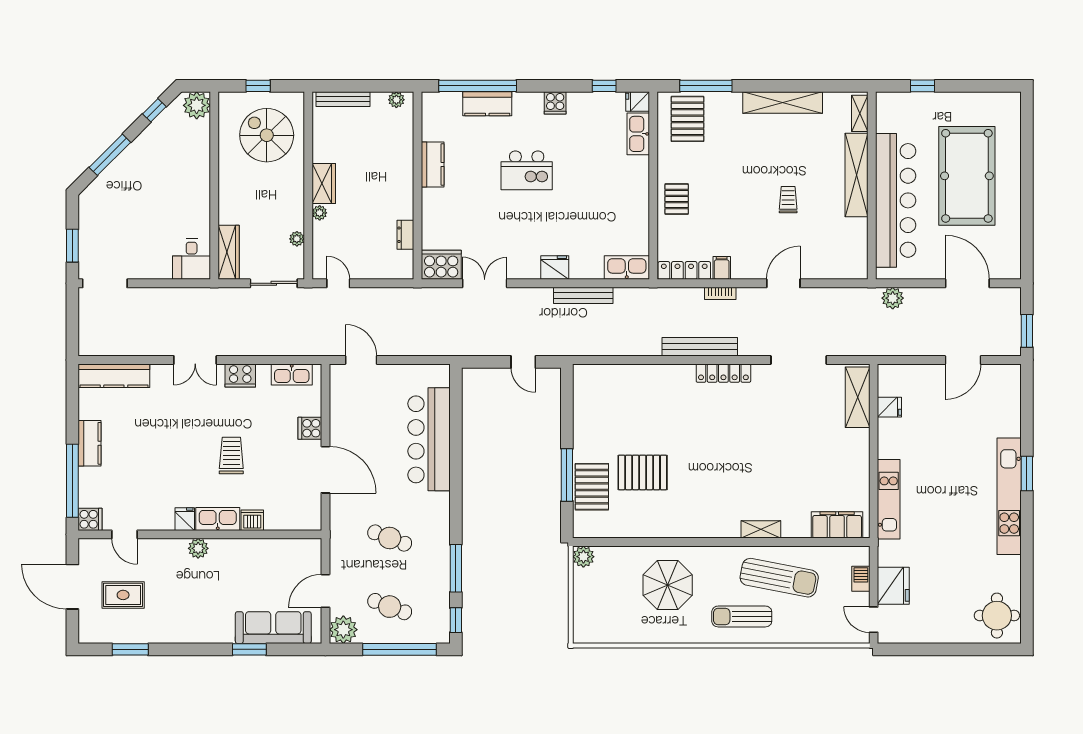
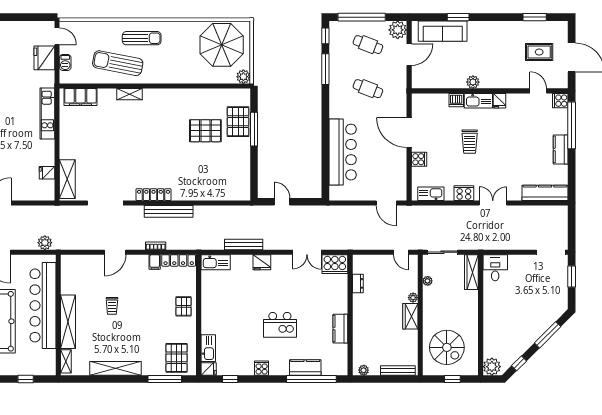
kitchen island: (527, 170) -> (280, 325), turned 180
plant: (198, 548) -> (473, 82), moved
parasol: (668, 585) -> (222, 45), moved, width x1.36, depth x1.36

